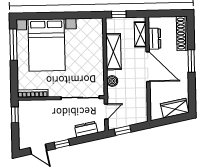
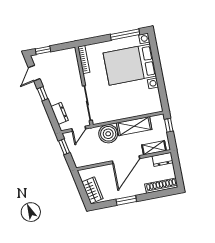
dresser: (155, 39) -> (163, 159), moved
window: (191, 61) -> (126, 200), moved
boiler: (112, 81) -> (108, 134), width x1.86, depth x1.86
door: (106, 112) -> (79, 129), hinge flipped
window: (15, 115) -> (43, 50), moved

